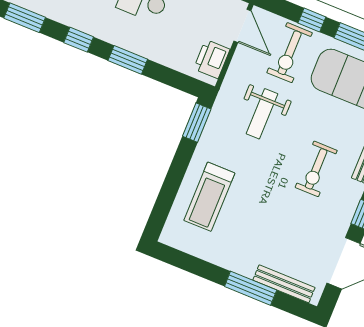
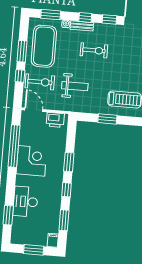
door: (242, 26) -> (34, 110), hinge flipped
window: (197, 123) -> (107, 119), moved

